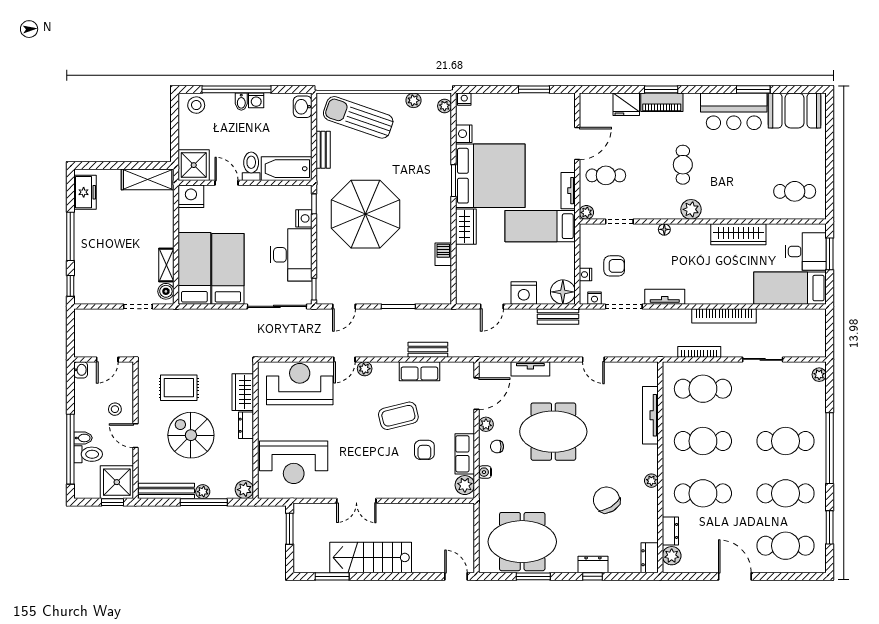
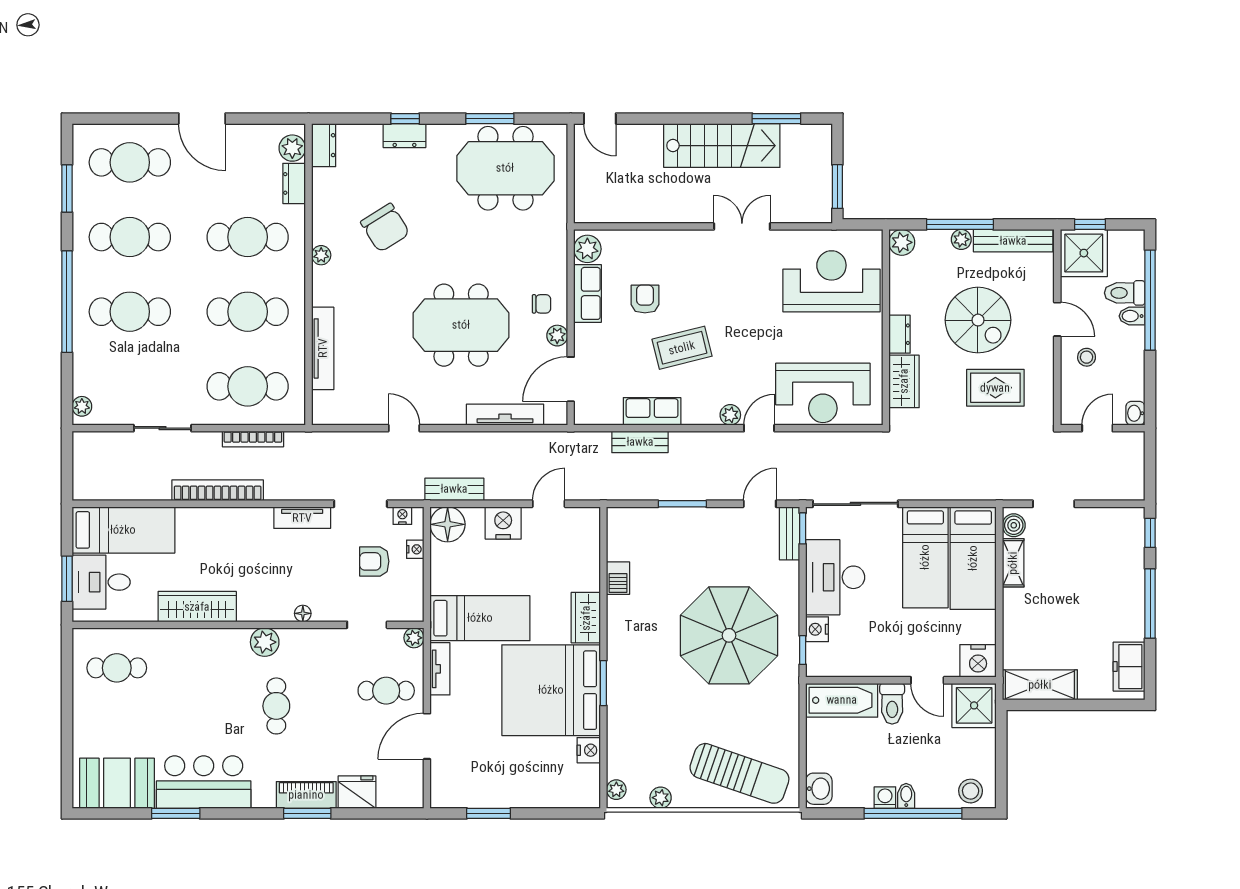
nightstand: (464, 99) -> (588, 799), removed
bench: (323, 150) -> (789, 533), moved
tv unit: (530, 369) -> (505, 415), width x1.41
water cooler: (485, 472) -> (559, 267), removed

